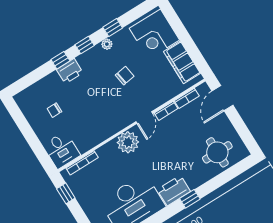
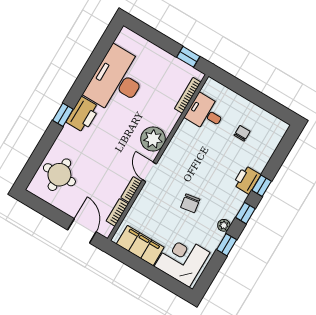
desk: (61, 150) -> (205, 113), moved

